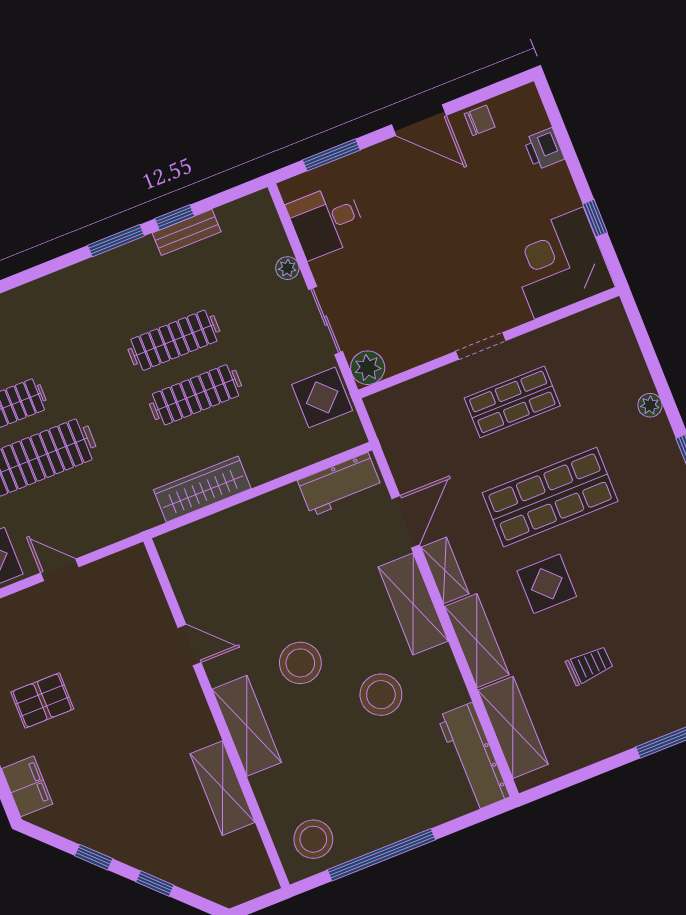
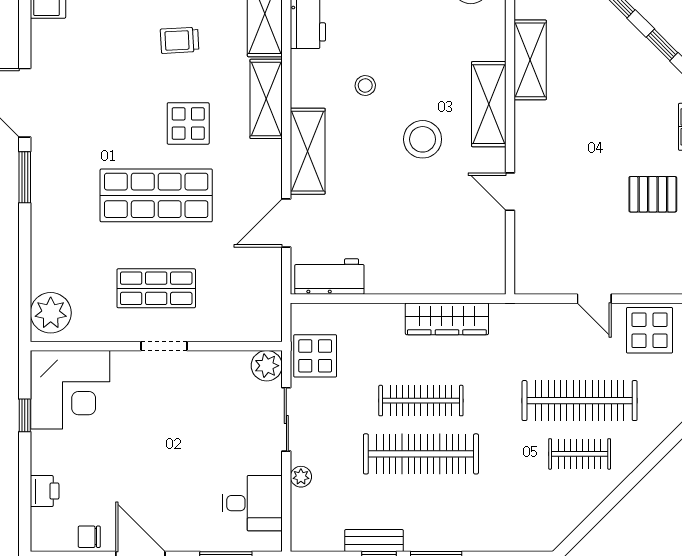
clothes rail: (174, 340) -> (421, 454), width x1.37, depth x1.31
plant: (650, 405) -> (51, 313), moved, width x1.87, depth x1.87
shelving: (445, 570) -> (270, 169), removed
stool: (381, 695) -> (365, 86), width x0.53, depth x0.53

